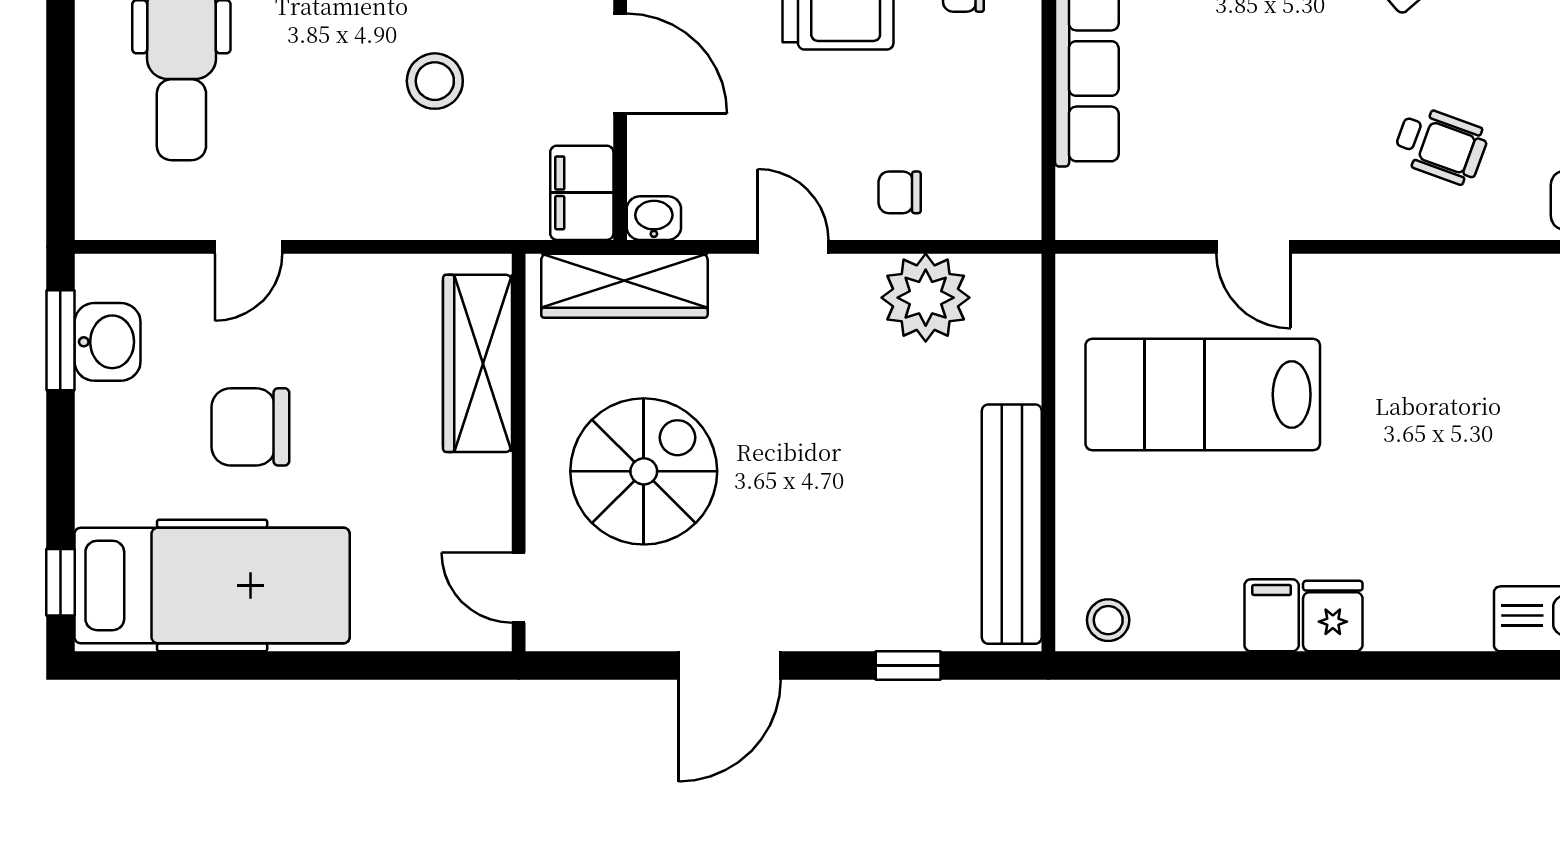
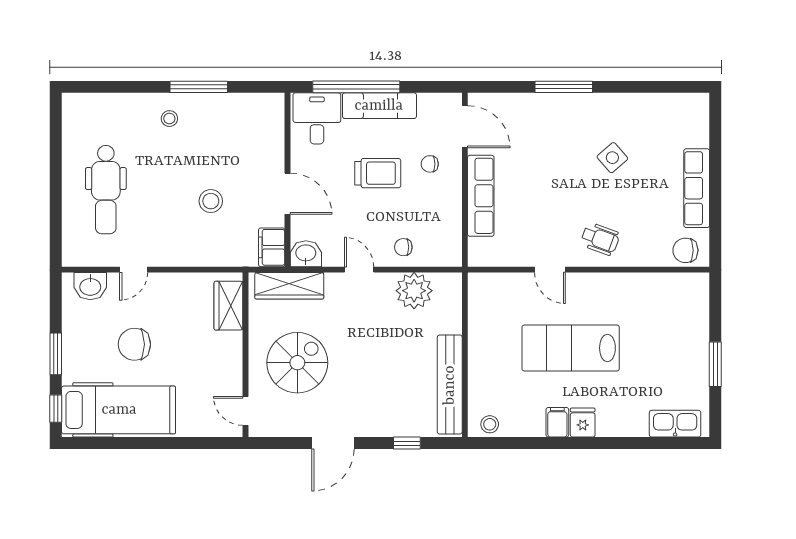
wheelchair: (1441, 145) -> (600, 239), moved
washbasin: (654, 218) -> (306, 254), width x1.38, depth x1.45
window: (60, 340) -> (56, 354), moved
washbasin: (108, 342) -> (90, 286), moved, turned 90
wardrobe: (478, 363) -> (228, 306), width x0.67
lab bench: (1203, 395) -> (571, 348), moved

